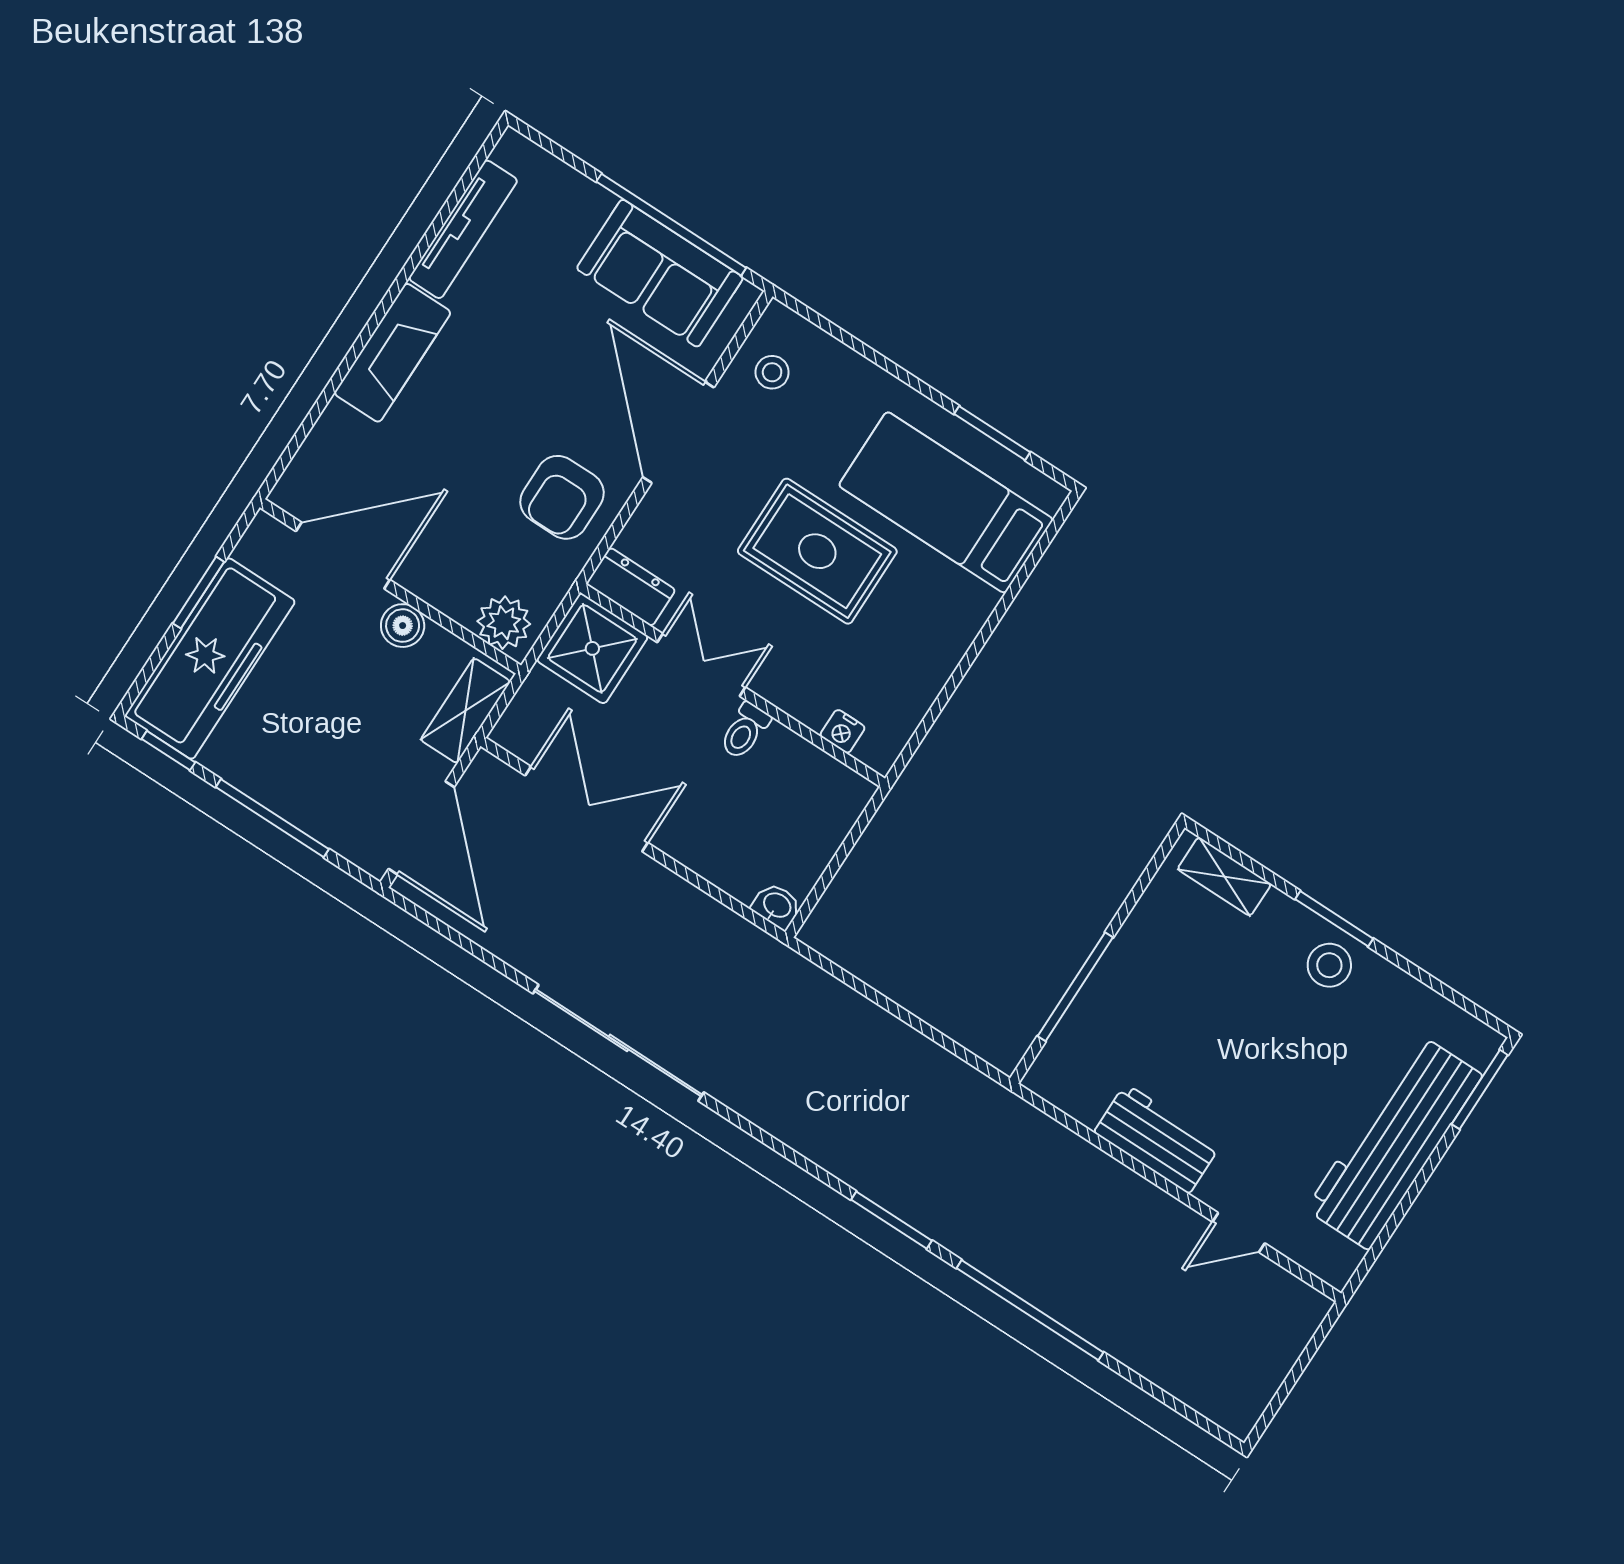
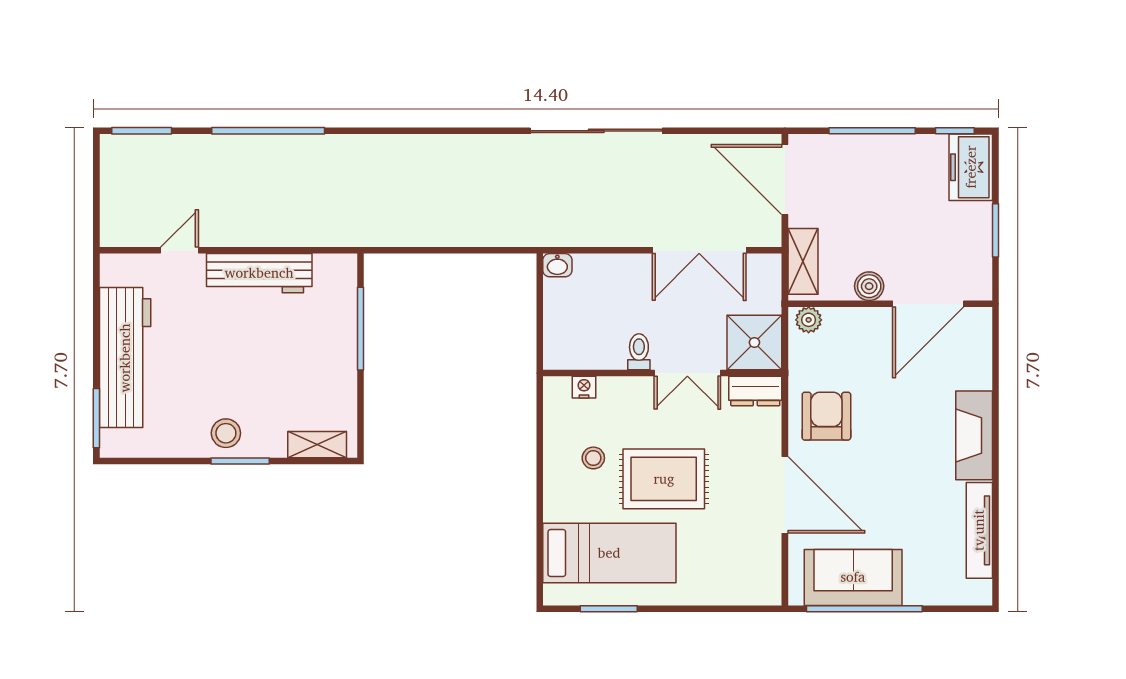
stool: (772, 372) -> (593, 458), moved
plant: (504, 623) -> (809, 320), width x0.73, depth x0.73
freezer: (210, 659) -> (971, 167), width x0.52, depth x0.79
workbench: (1157, 1139) -> (259, 273), width x1.37
window: (891, 1220) -> (142, 131), moved

